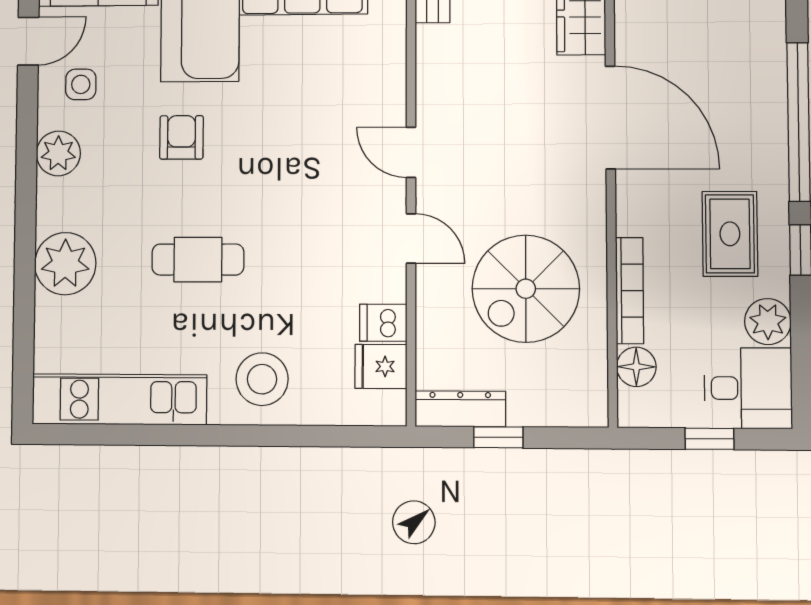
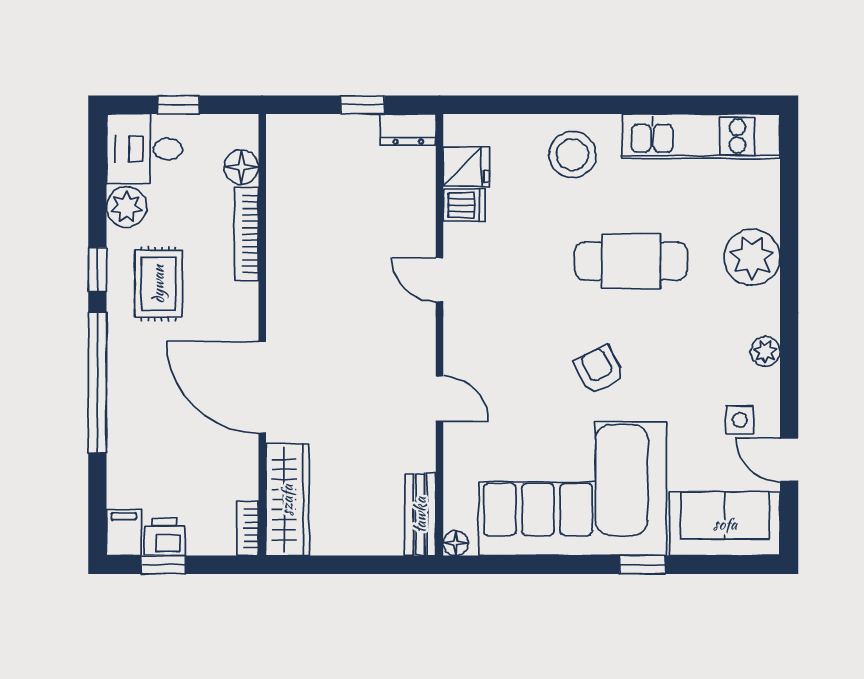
door: (28, 41) -> (789, 460), hinge flipped
armchair: (181, 137) -> (599, 370), moved, turned 153
door: (411, 152) -> (440, 399), moved
plant: (58, 153) -> (765, 352), width x0.73, depth x0.73
cafe table: (198, 260) -> (631, 261), width x1.37, depth x1.35
spiral stairs: (526, 289) -> (338, 235), removed
dresser: (460, 409) -> (408, 129), width x0.70

